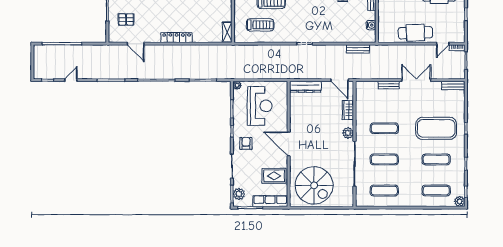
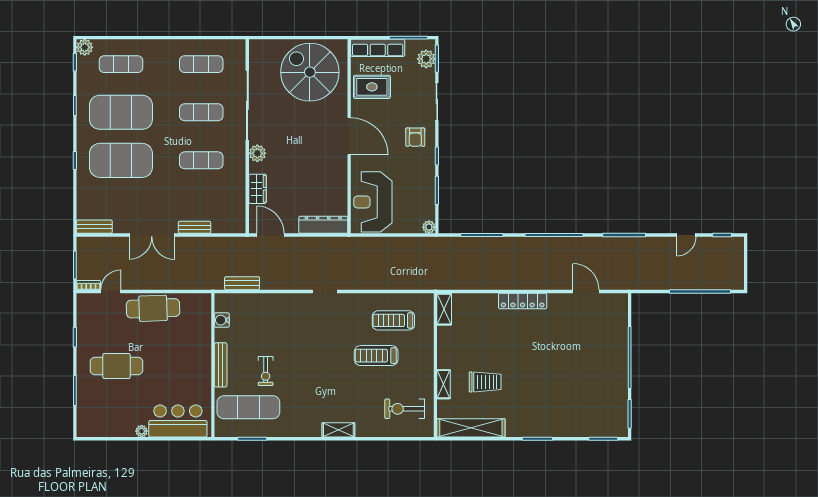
pallet: (126, 19) -> (601, 329), removed
reception desk: (260, 106) -> (373, 202), moved
exercise mat: (436, 159) -> (121, 112), width x2.00, depth x1.45

